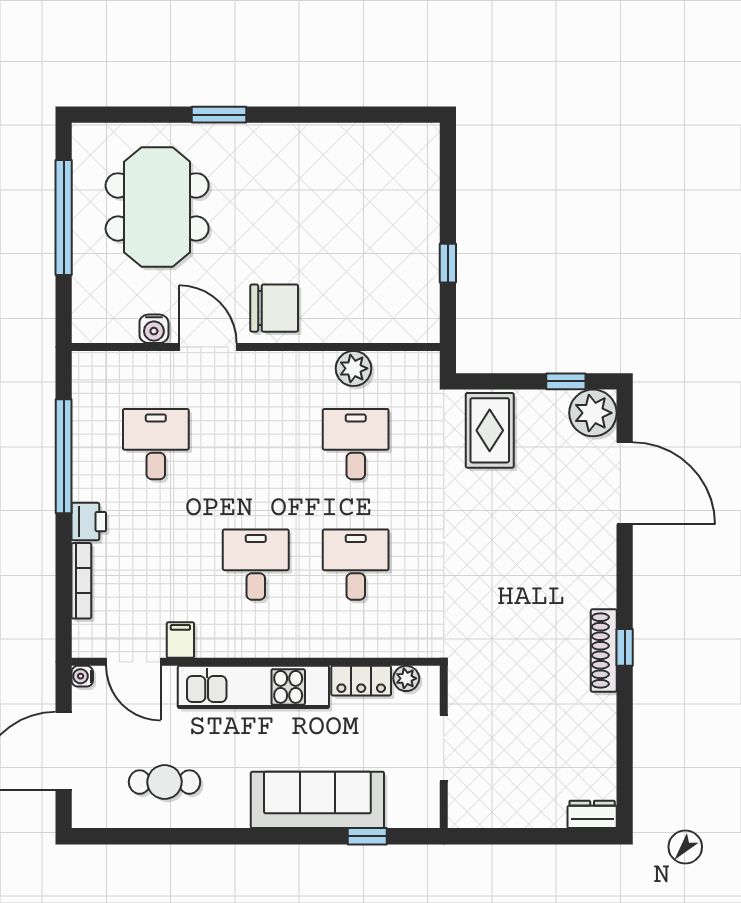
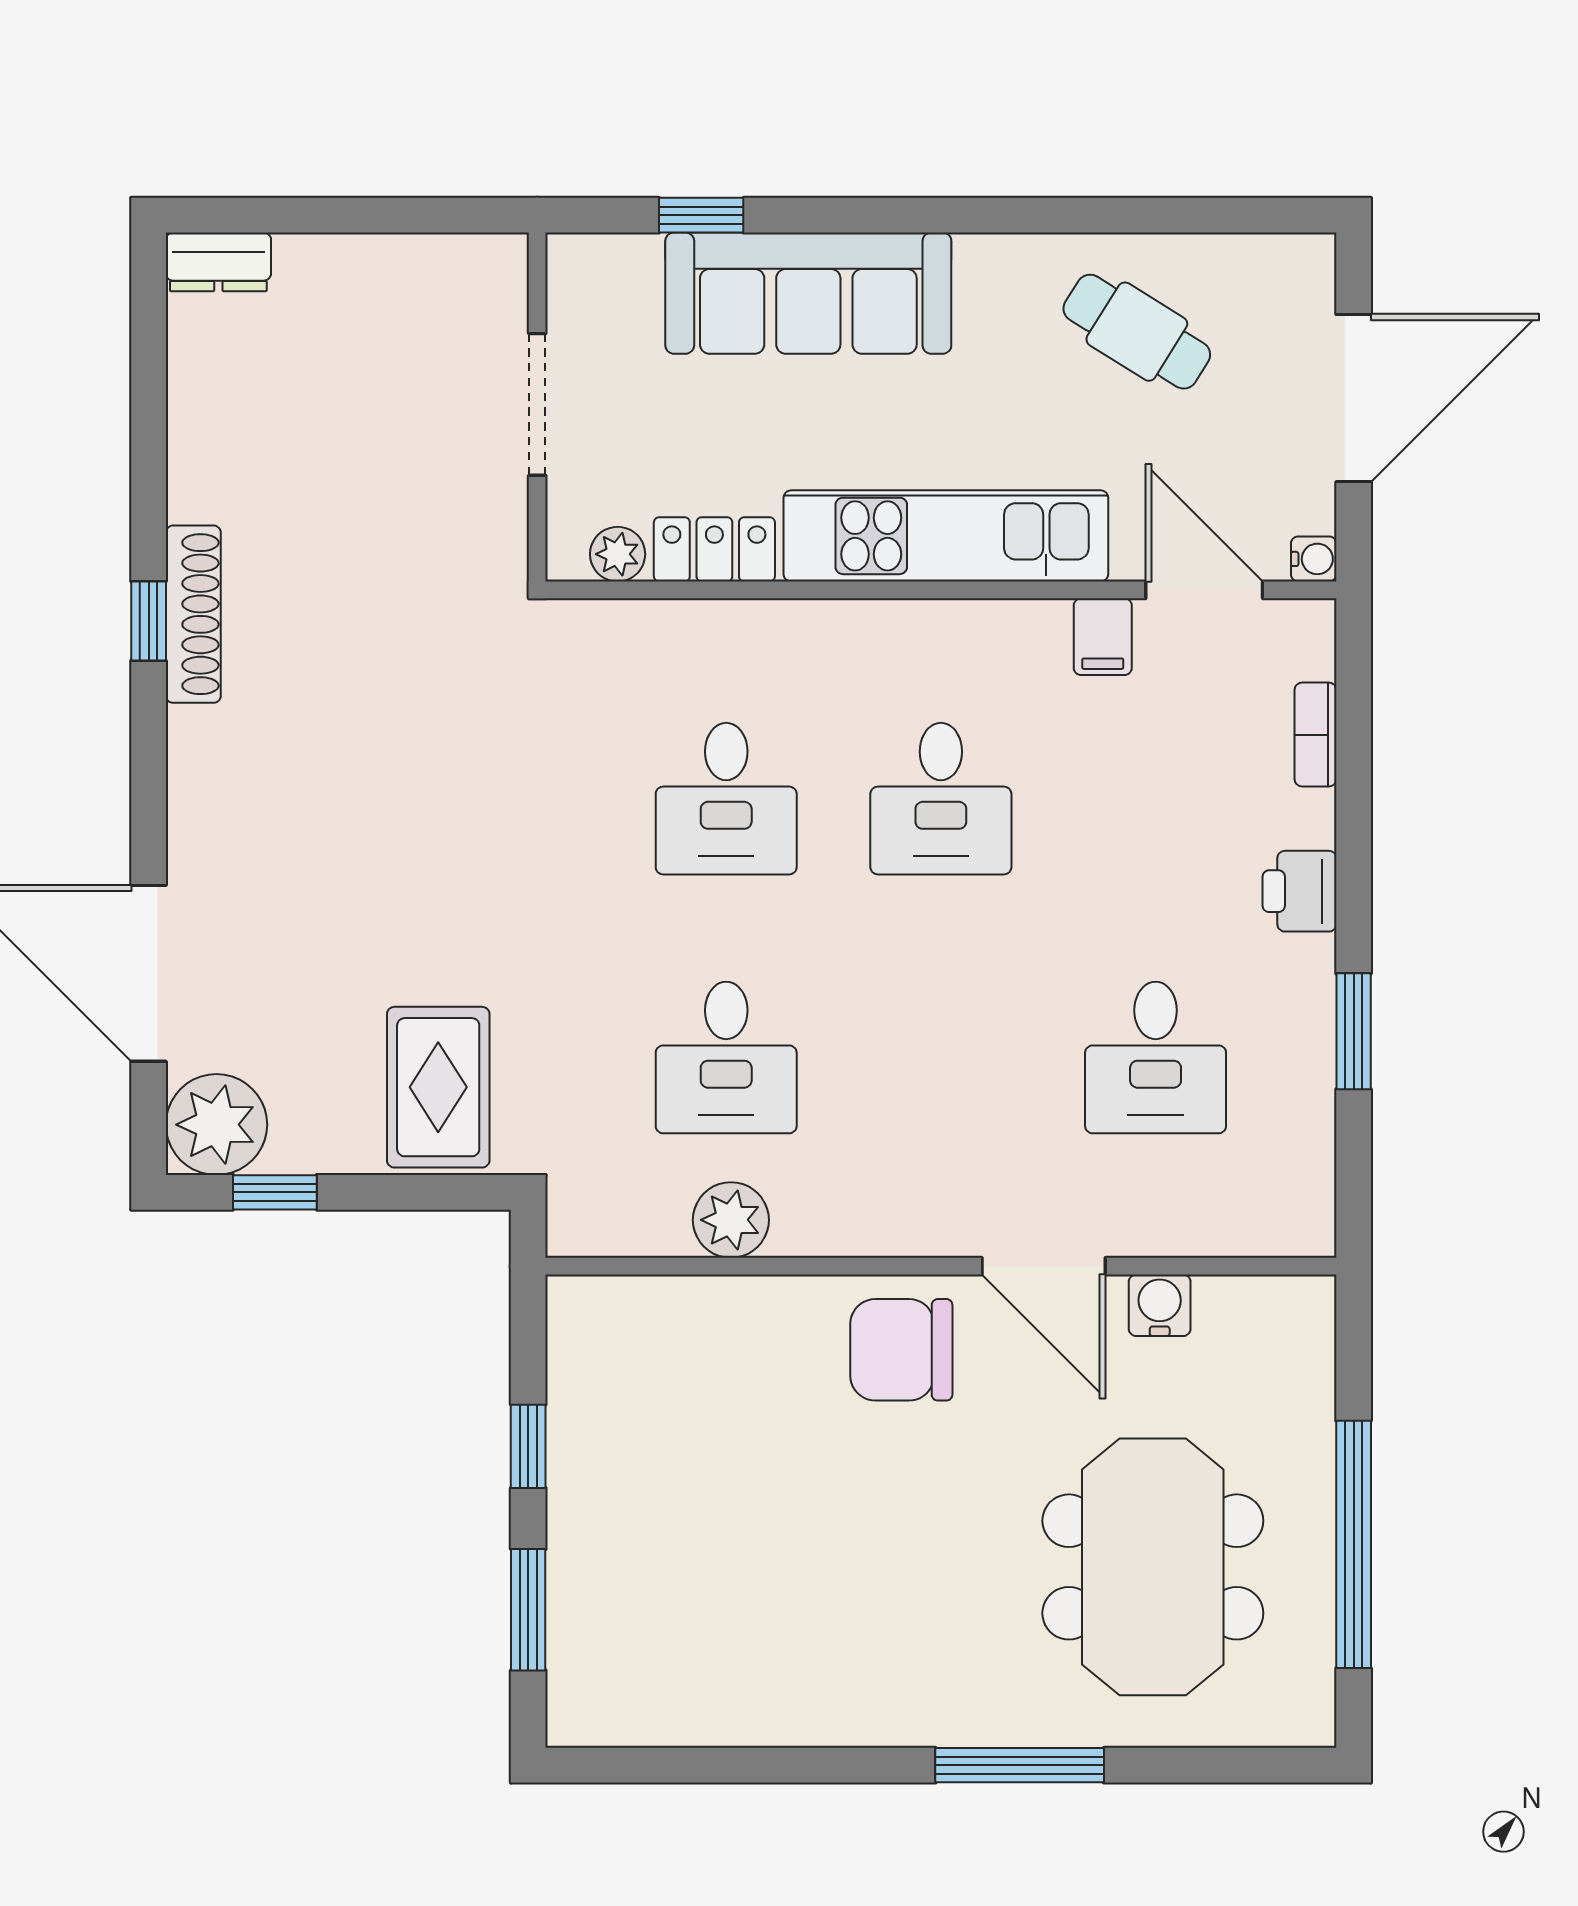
window: (219, 115) -> (1020, 1765), width x1.44
window: (448, 187) -> (528, 1610), added
window: (64, 456) -> (1354, 1031), width x0.47
bookcase: (81, 581) -> (1315, 735), width x0.64
cafe table: (165, 782) -> (1137, 332), turned 32

